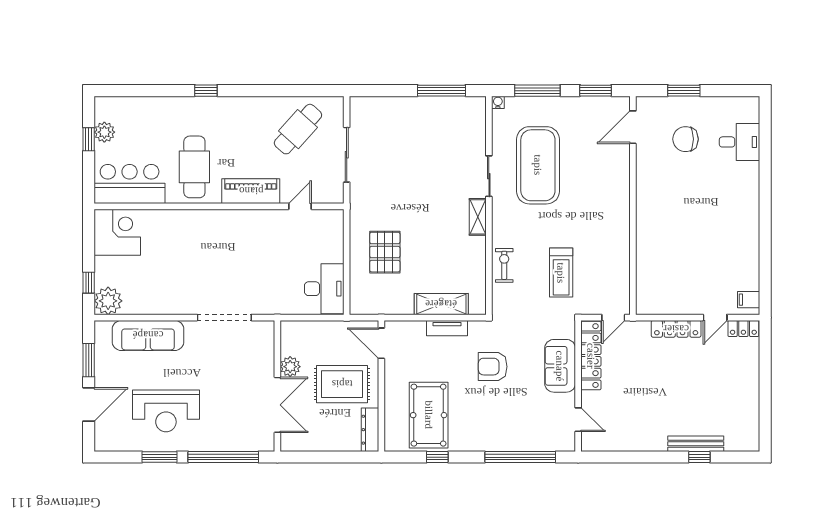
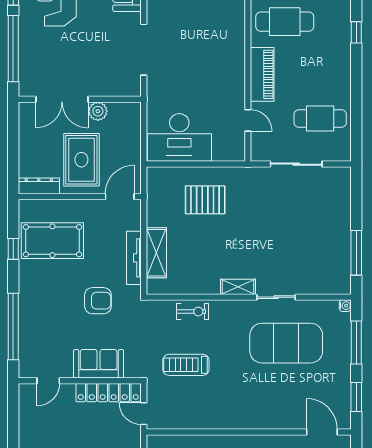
cafe table: (298, 129) -> (320, 118), turned -42
desk: (324, 289) -> (179, 138), width x1.36, depth x1.30
tv unit: (447, 328) -> (134, 258), width x1.41
armchair: (493, 367) -> (98, 301), turned 90

